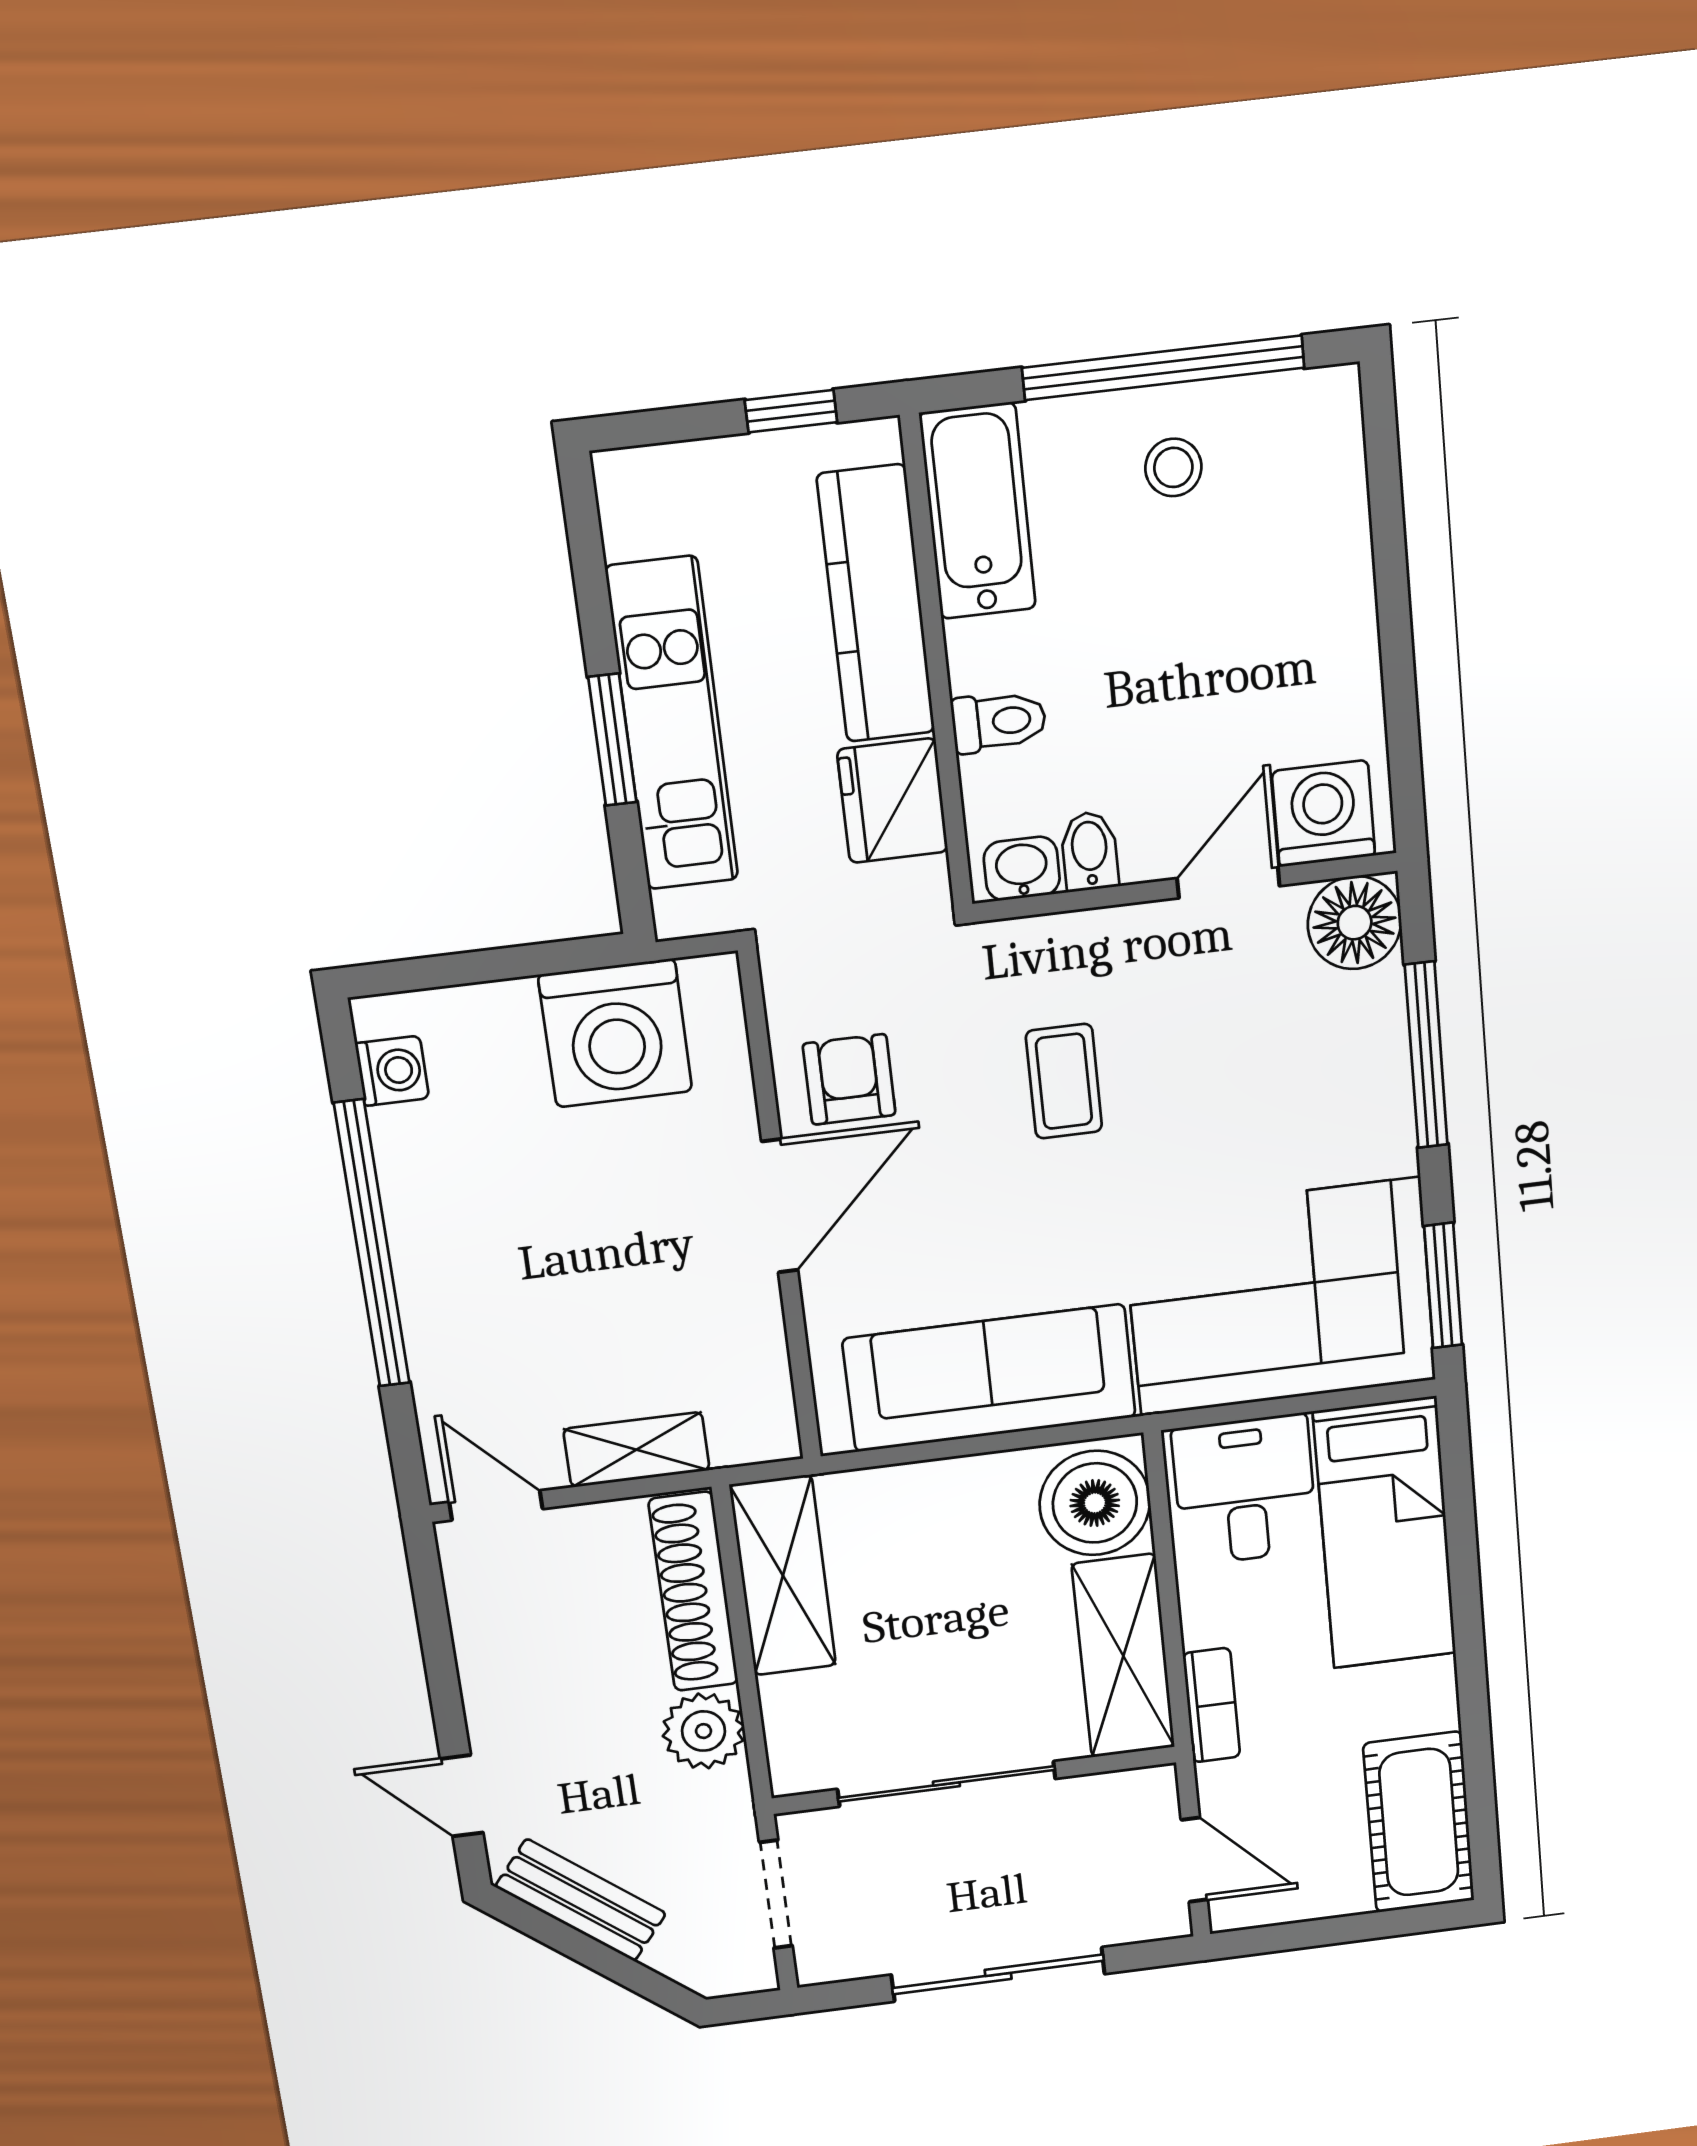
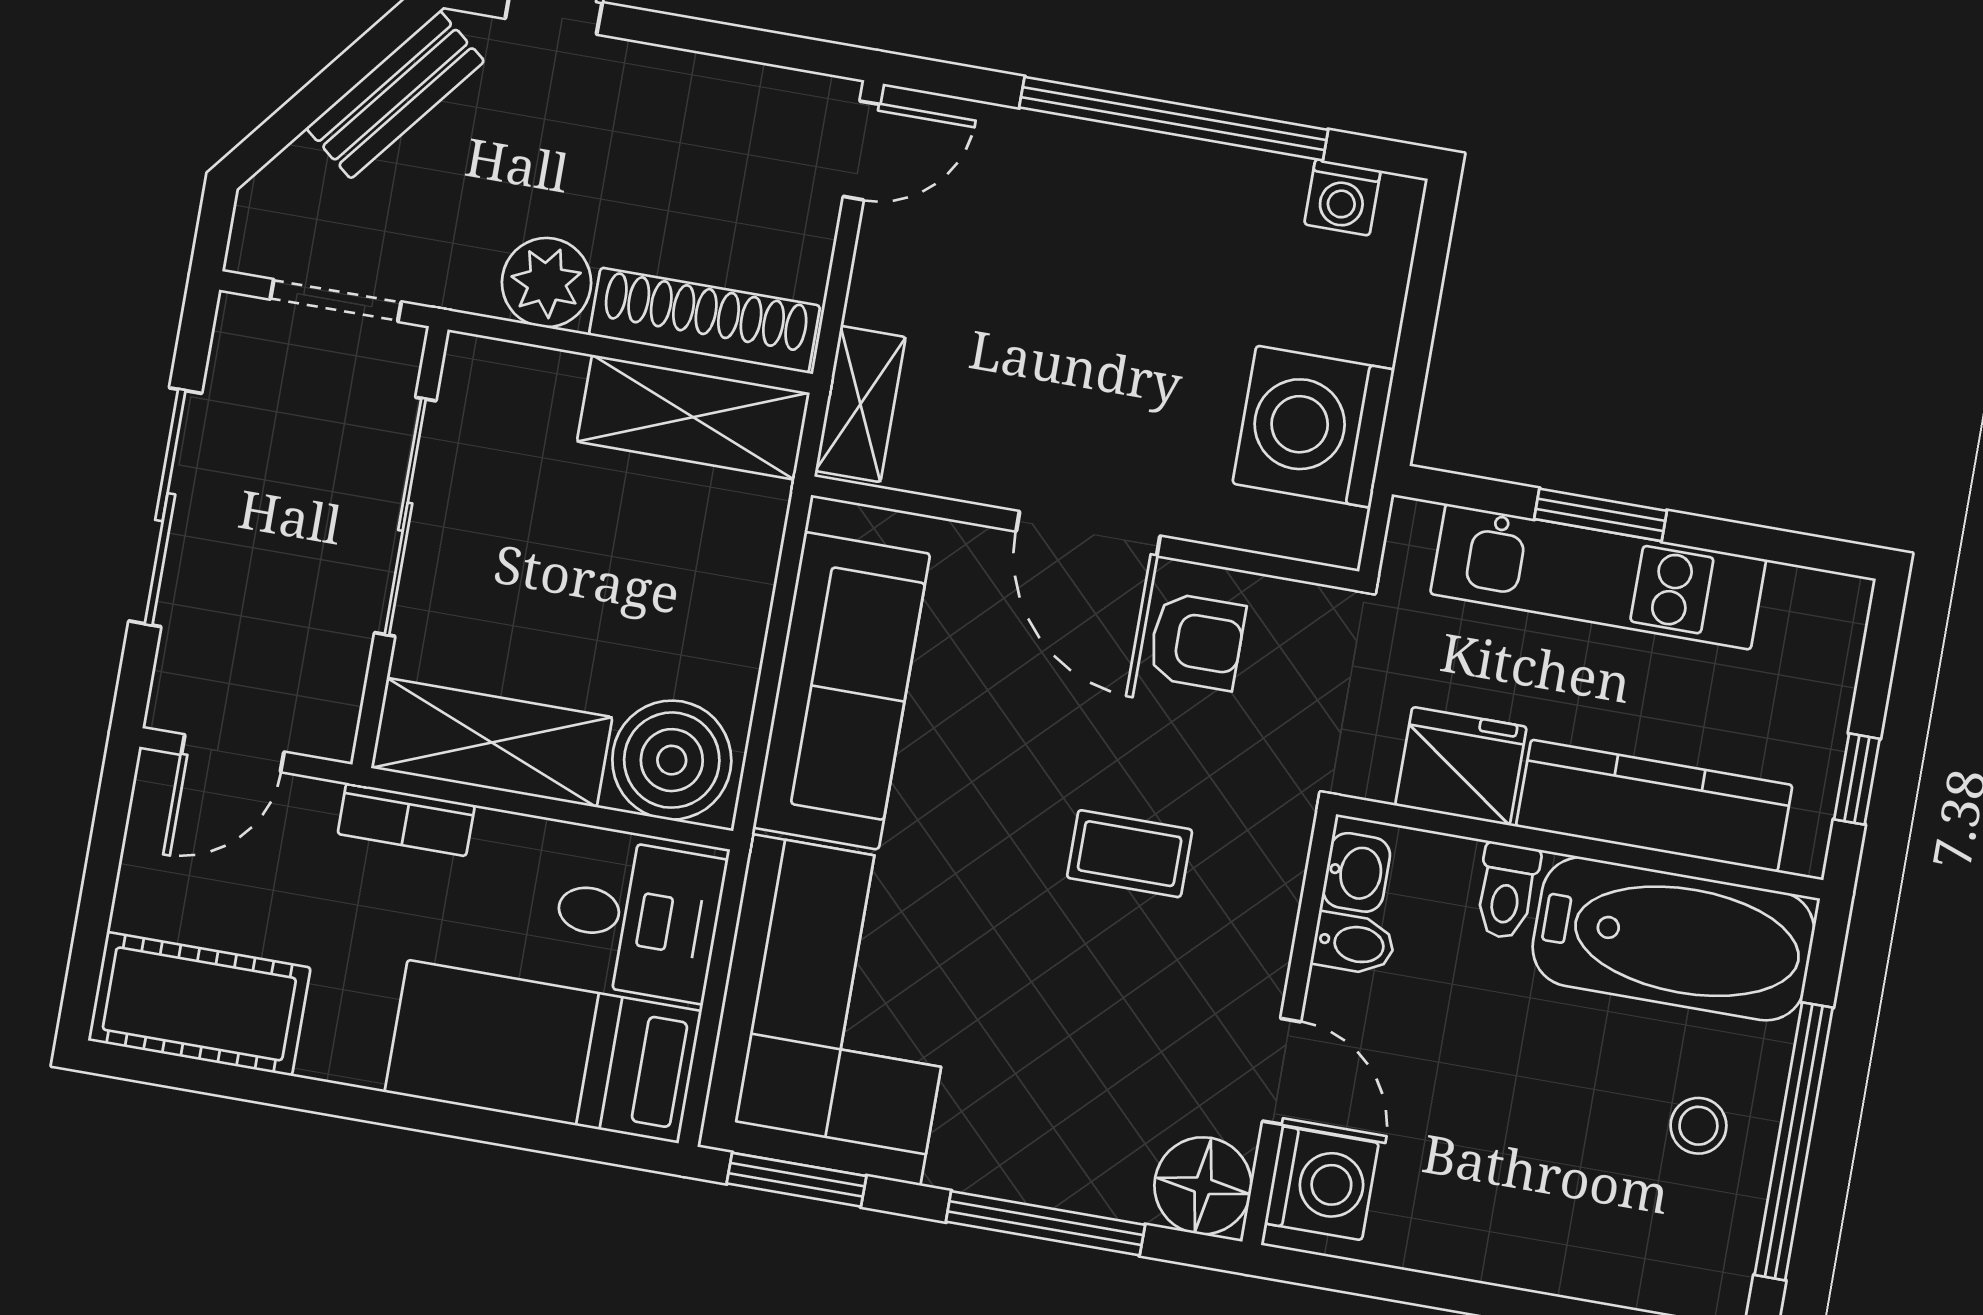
bathtub: (978, 511) -> (1673, 939), width x1.36, depth x1.36
shelving: (636, 1450) -> (860, 404), moved

